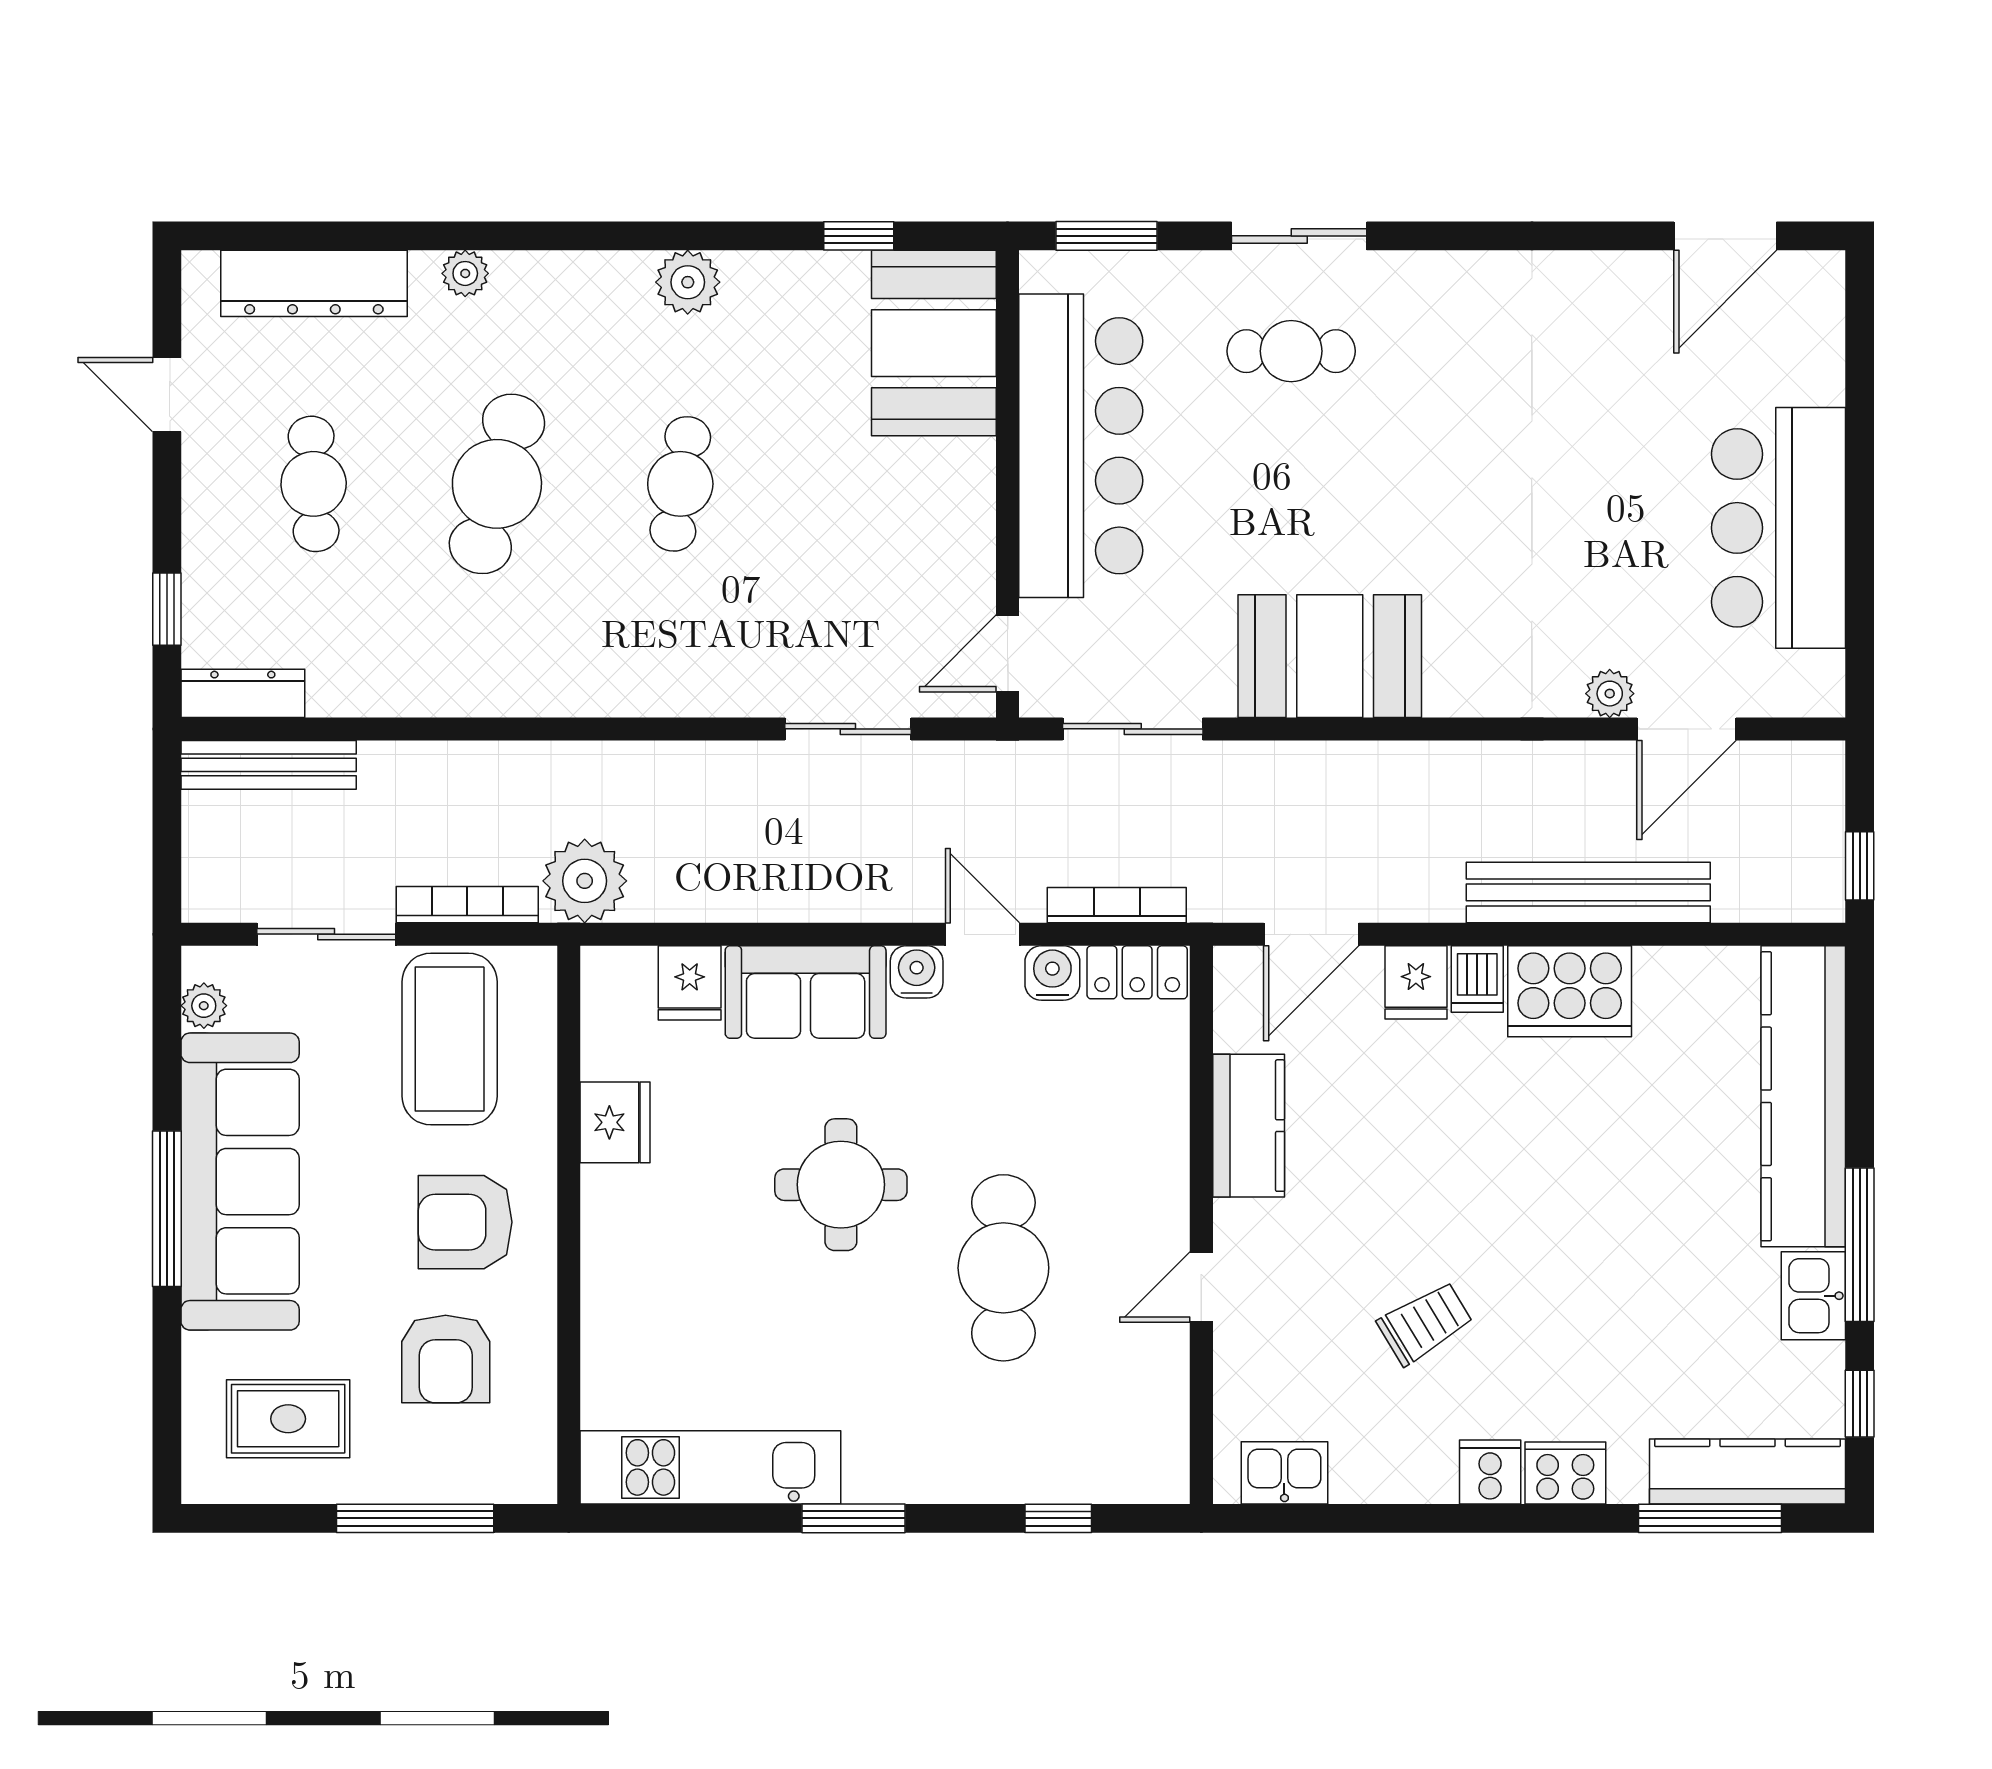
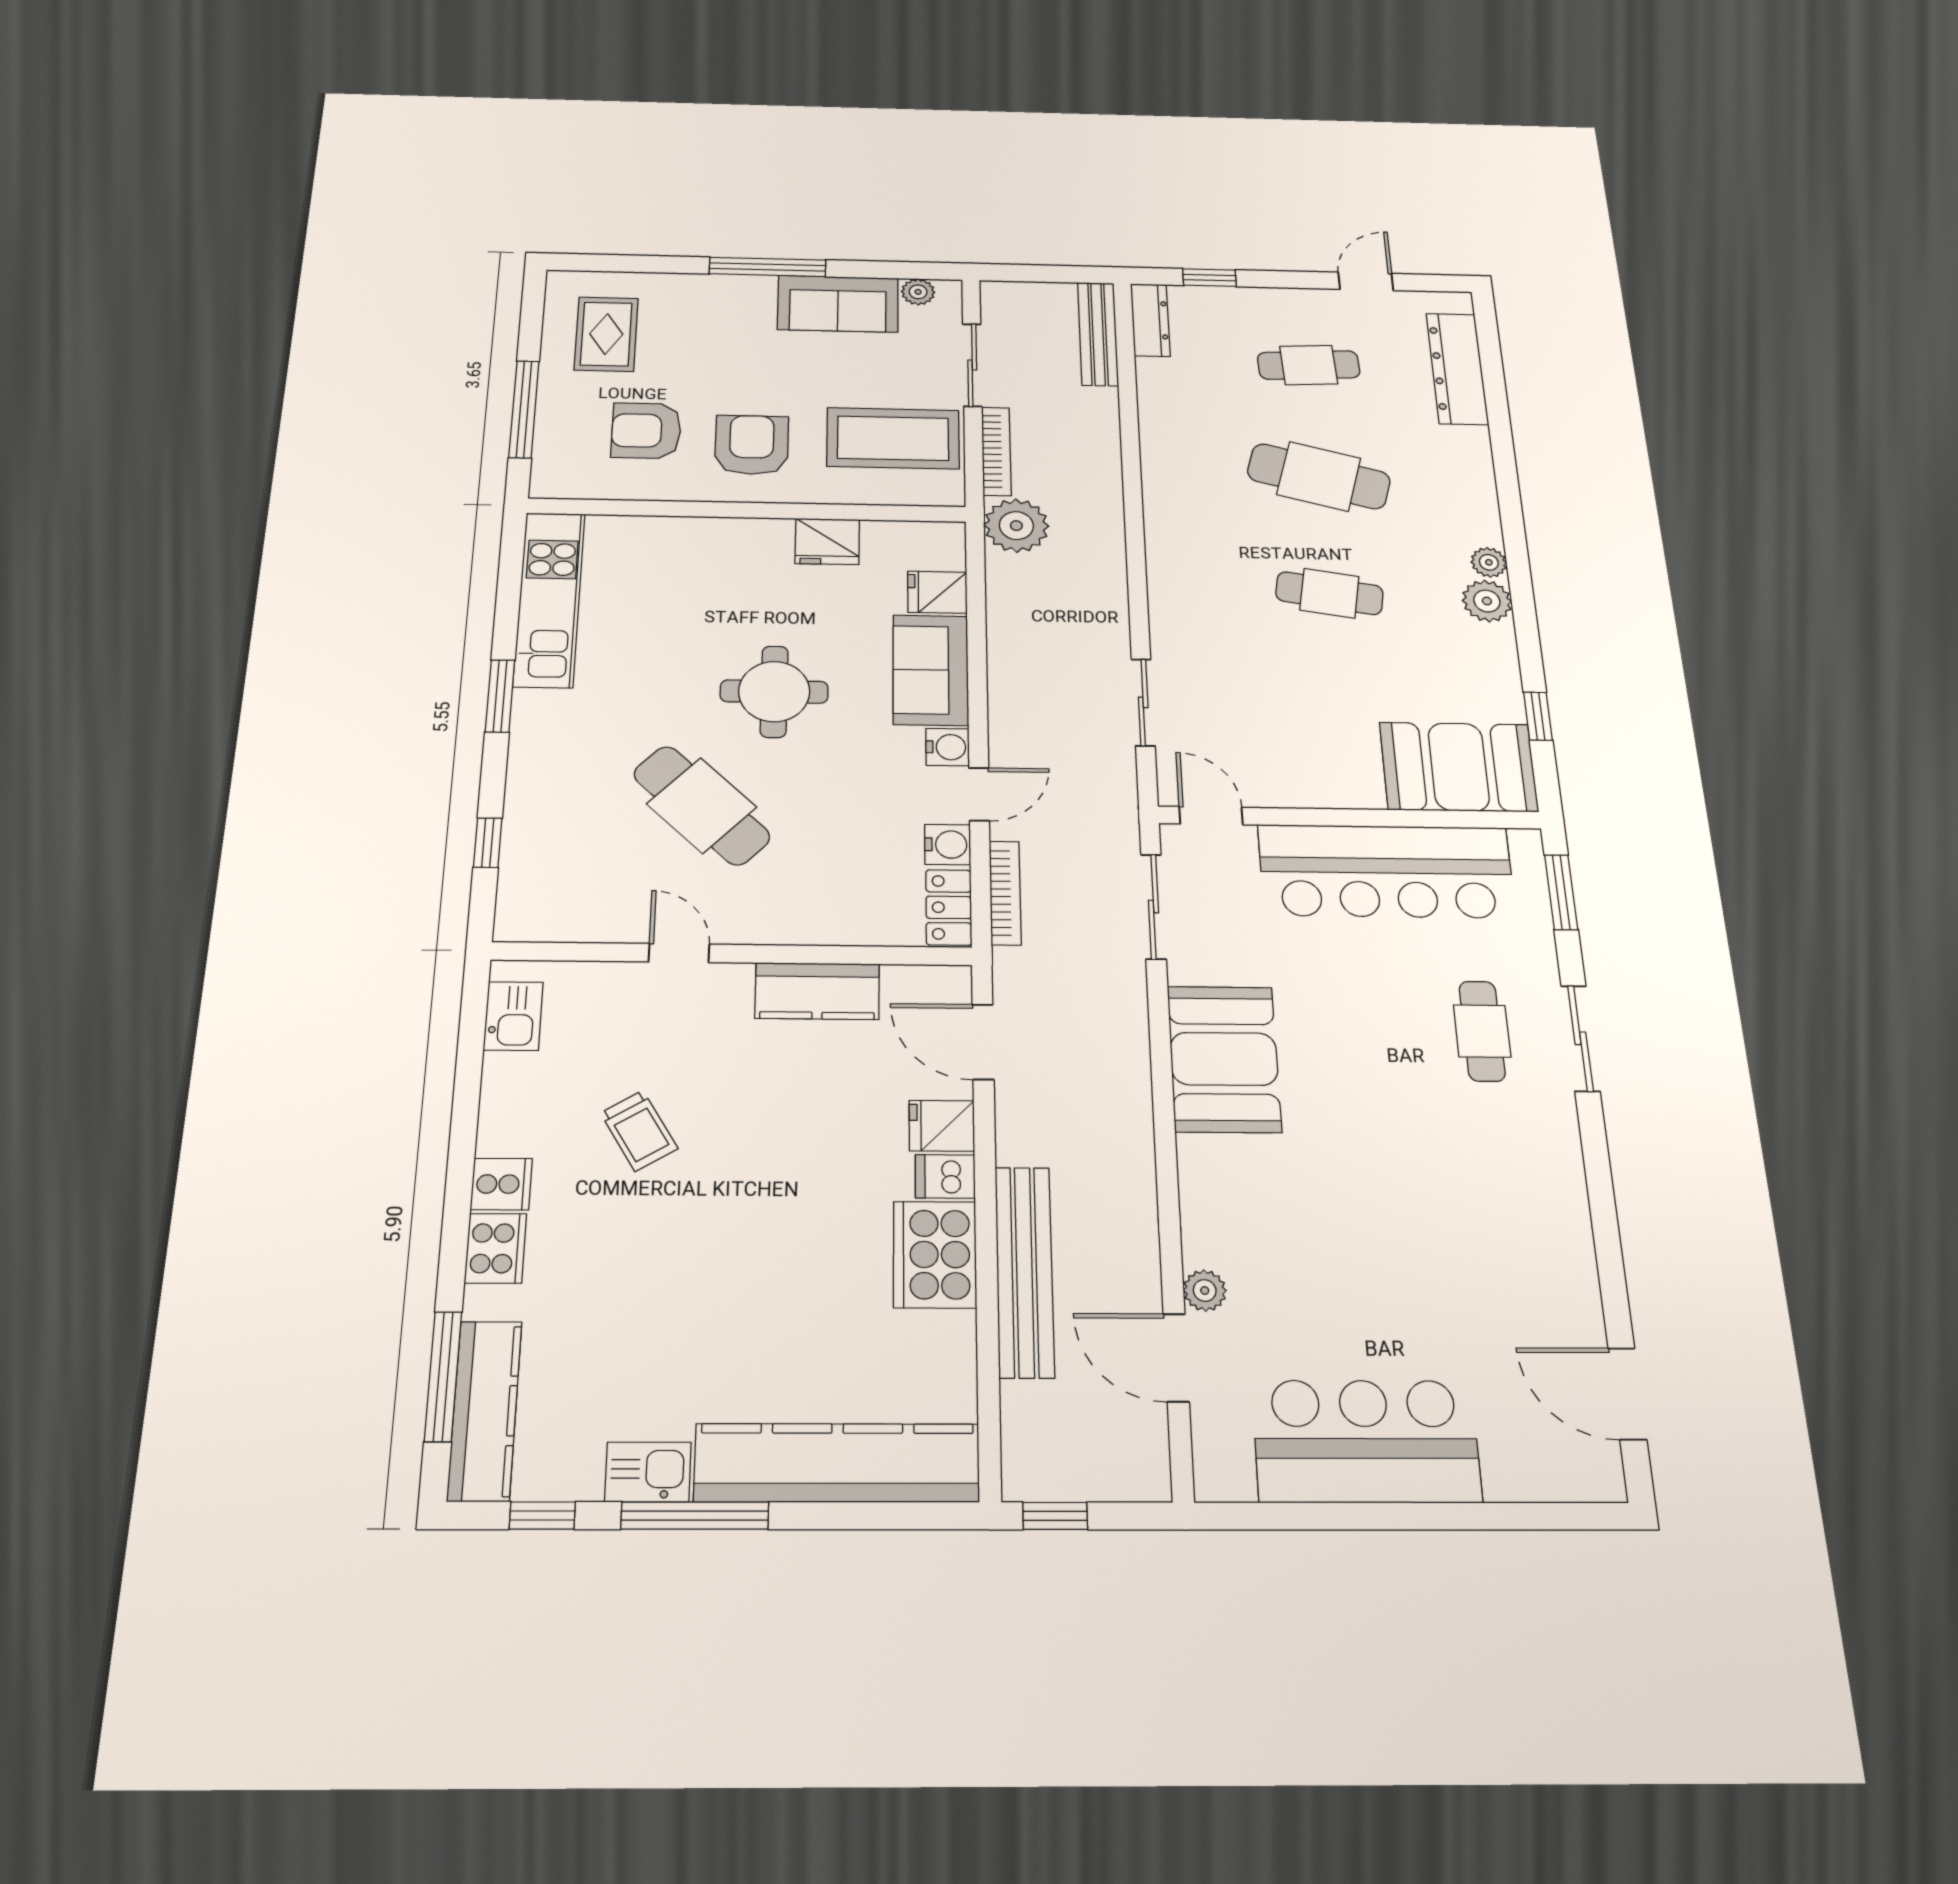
plant: (465, 273) -> (1489, 562), moved
sofa: (240, 1182) -> (838, 304), width x0.54, depth x0.79
cafe table: (1003, 1268) -> (702, 805), turned 44

